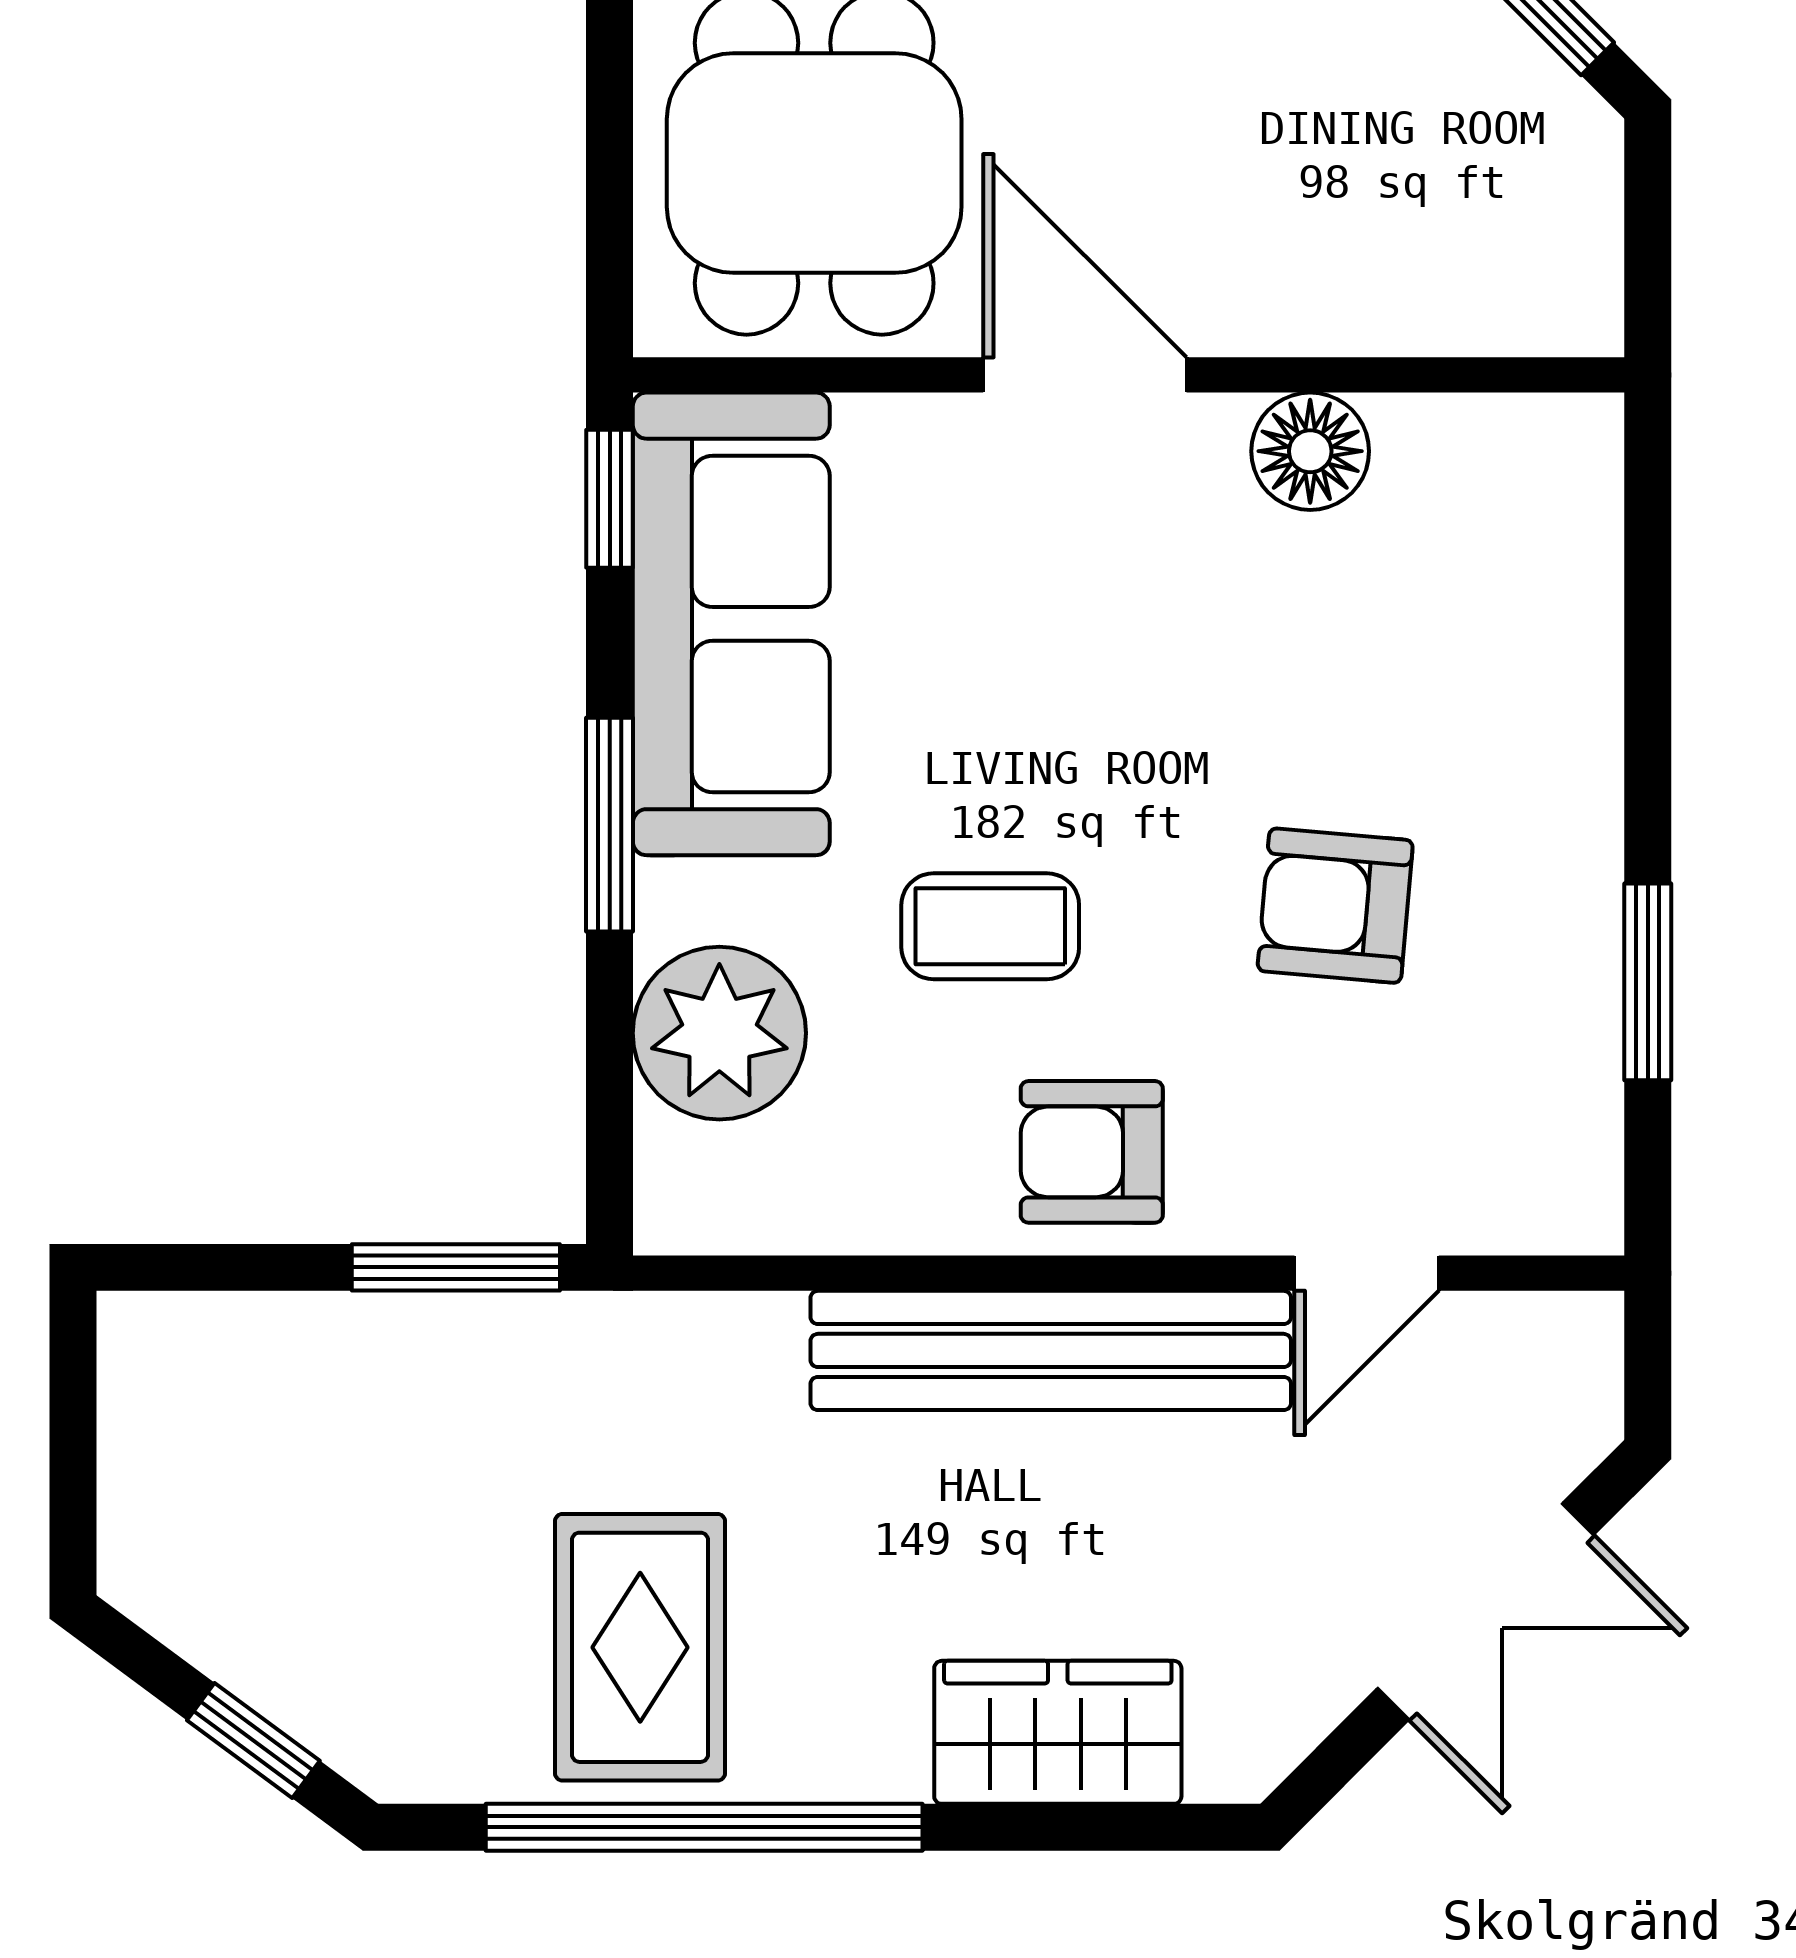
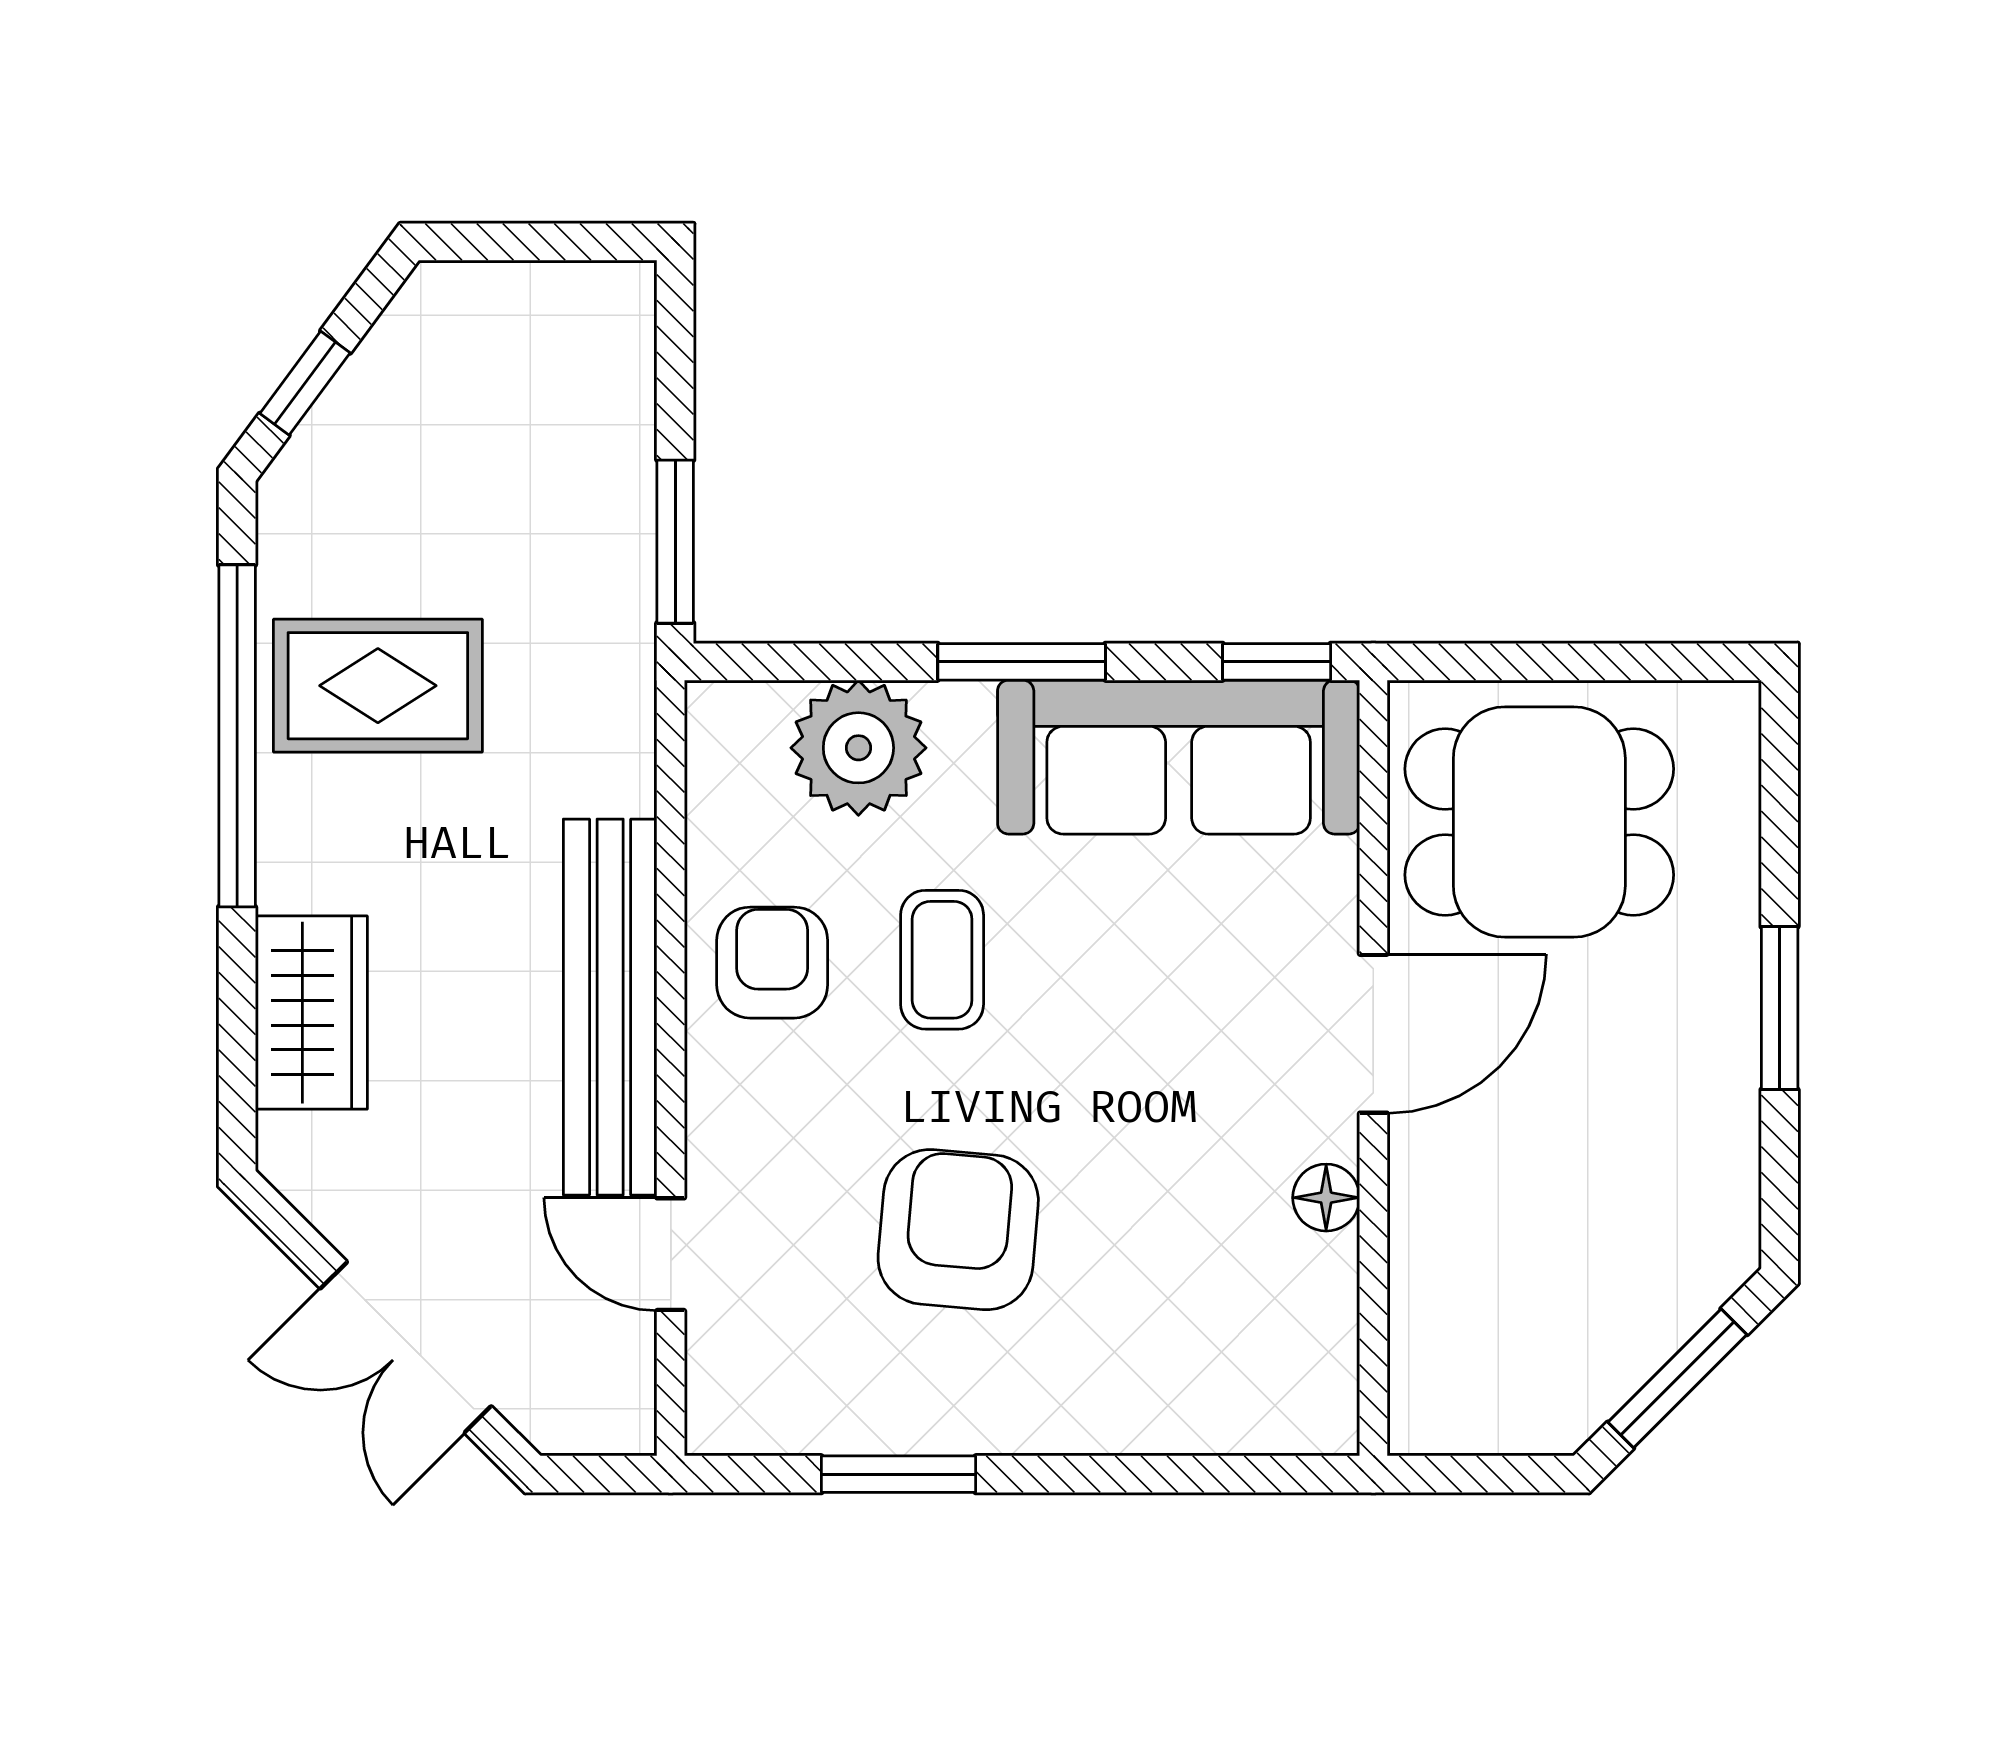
floor lamp: (1310, 451) -> (1326, 1198), width x0.73, depth x0.73
armchair: (1335, 906) -> (958, 1230), width x1.38, depth x1.38
armchair: (1092, 1152) -> (772, 963), moved

